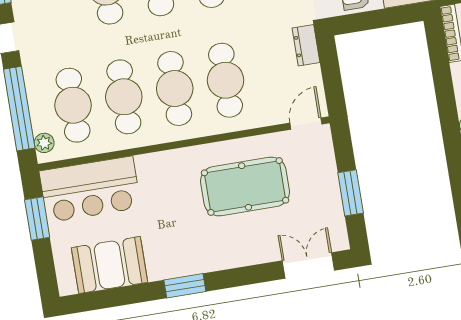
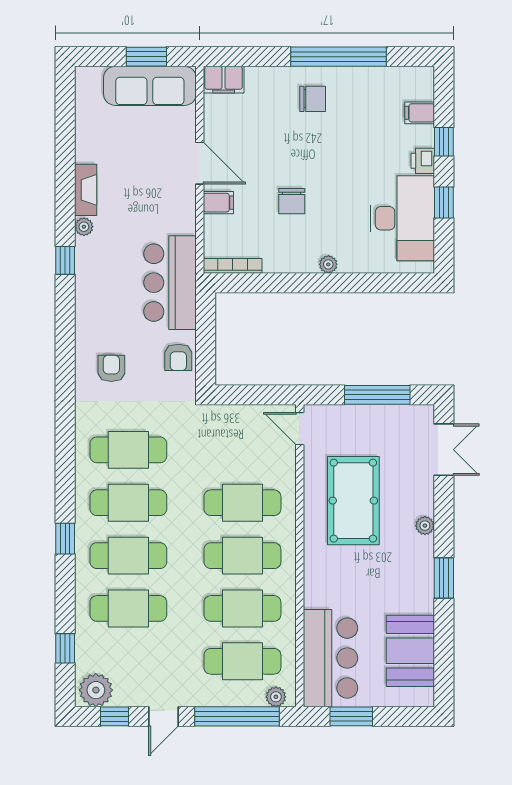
dresser: (306, 45) -> (220, 416), removed
window: (351, 193) -> (377, 395), width x1.44
plant: (232, 259) -> (425, 526), added
double door: (308, 266) -> (444, 450), swing flipped

